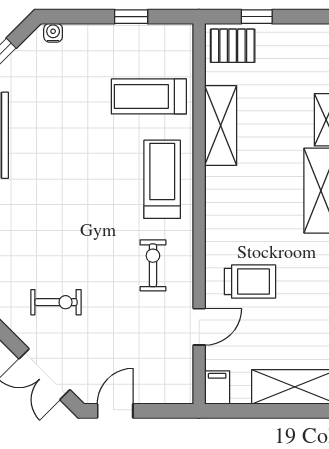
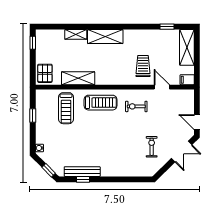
window: (257, 17) -> (33, 43), moved
treadmill: (162, 179) -> (100, 103), turned 180

